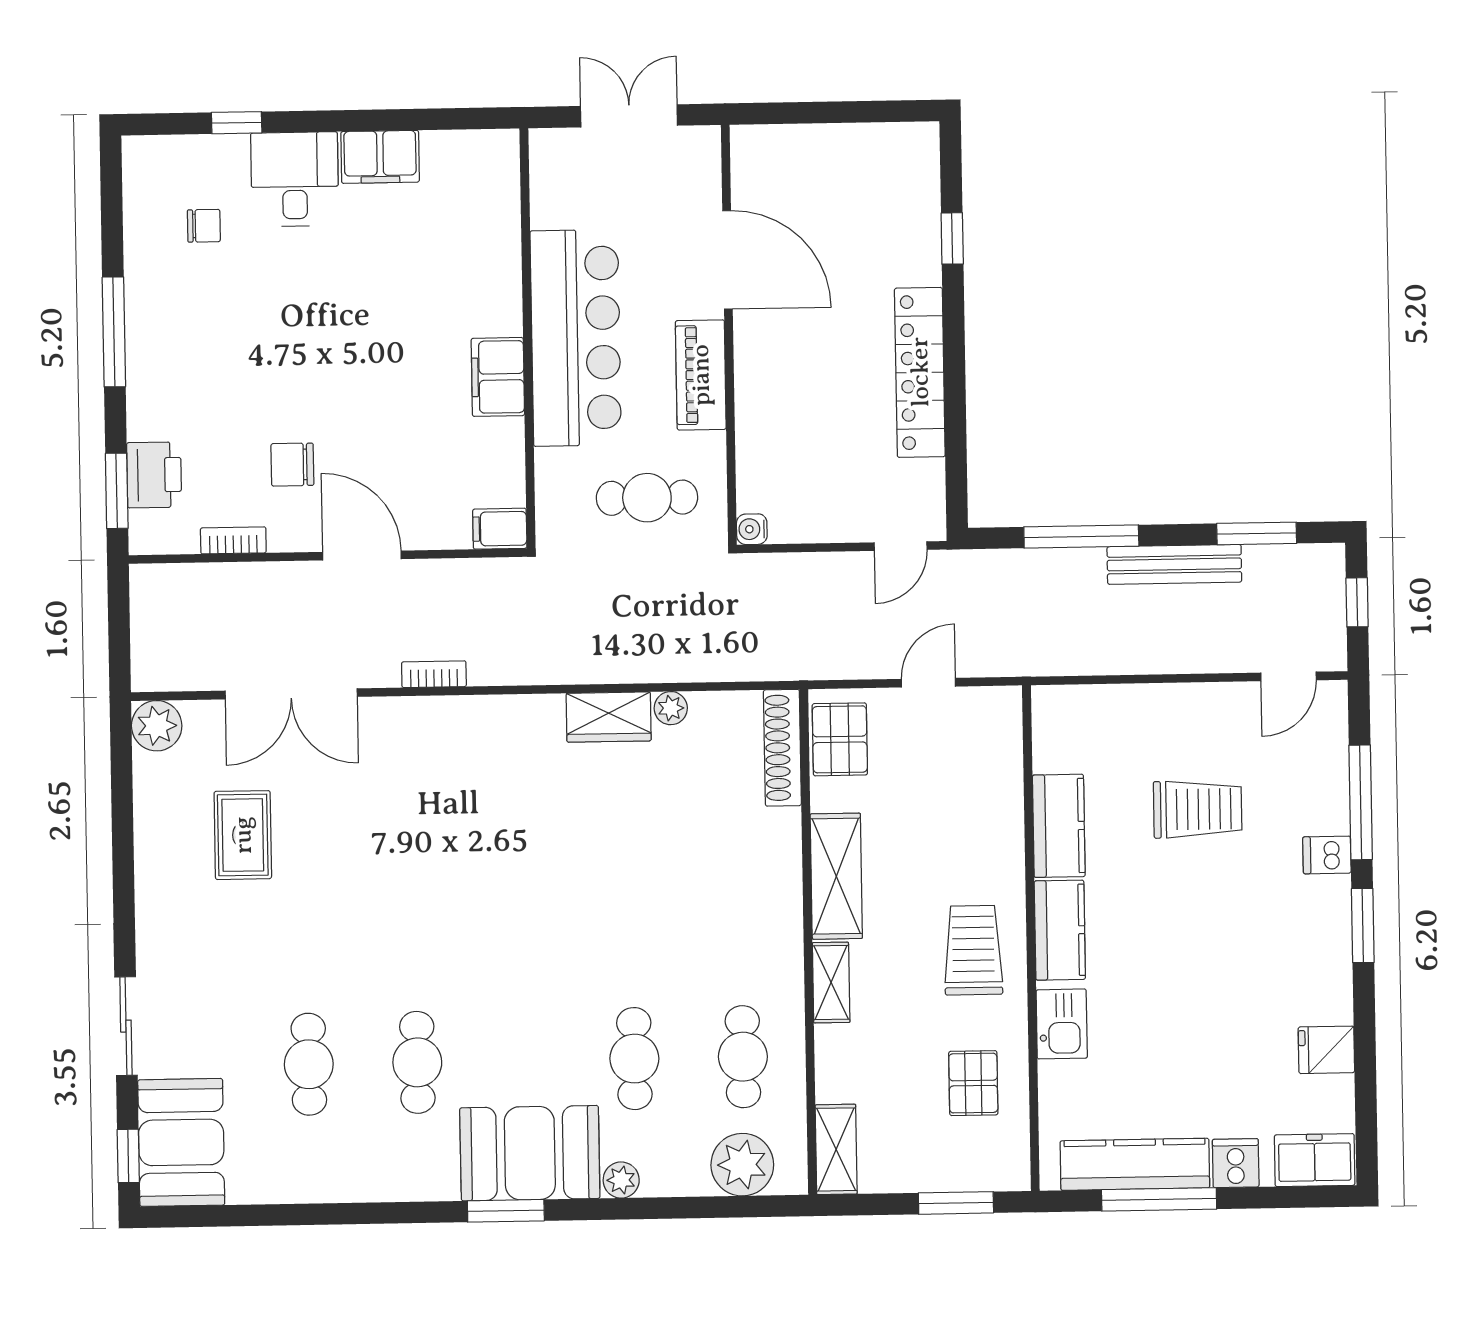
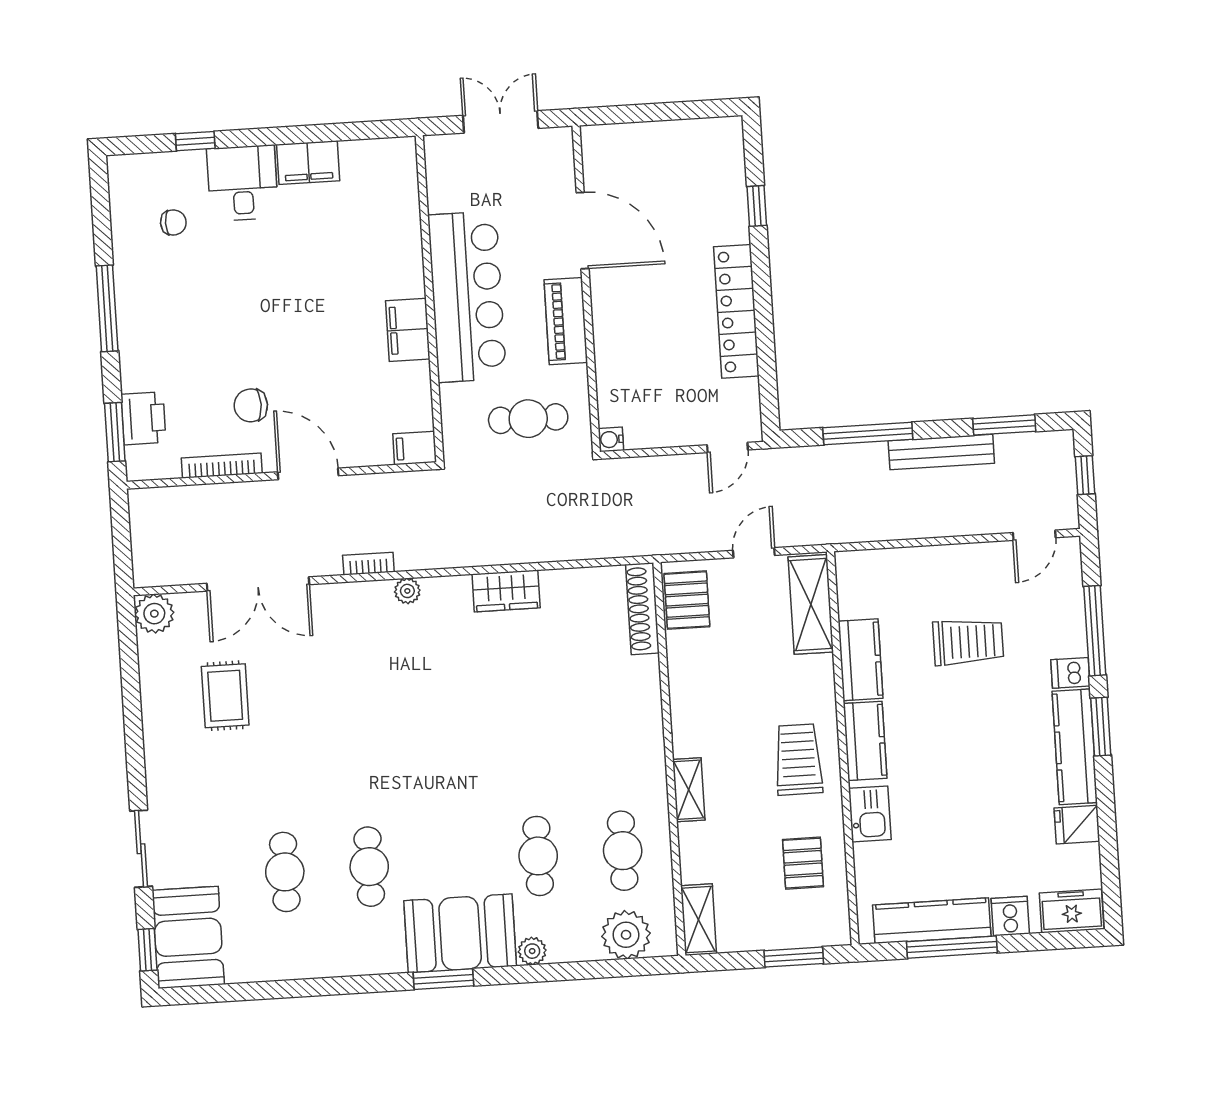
bookcase: (233, 540) -> (222, 466), width x1.56
plant: (671, 708) -> (407, 591), moved
shelving: (836, 876) -> (811, 604), moved
kitchen counter: (1328, 950) -> (1075, 747), added

